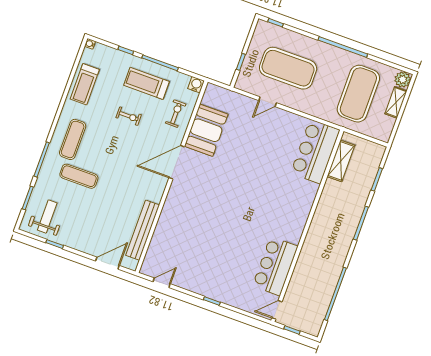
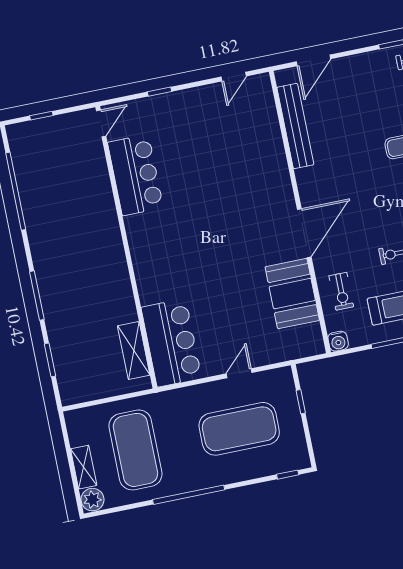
bar counter: (315, 152) -> (171, 343), moved
shelving: (341, 161) -> (134, 350), moved
wall: (307, 226) -> (126, 247), moved
bar counter: (275, 266) -> (135, 175), moved
door: (277, 310) -> (101, 123), moved

